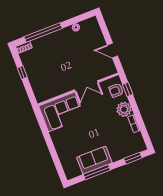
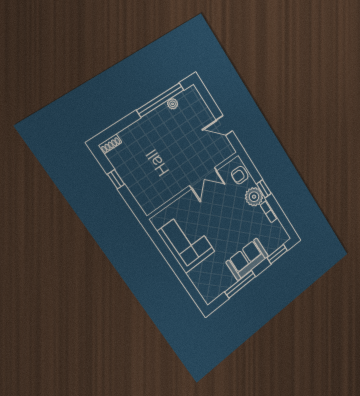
window: (43, 33) -> (160, 100), moved
window: (128, 89) -> (264, 189), moved
corner sofa: (62, 112) -> (186, 241), moved, turned -90
sofa: (94, 160) -> (247, 259), moved

